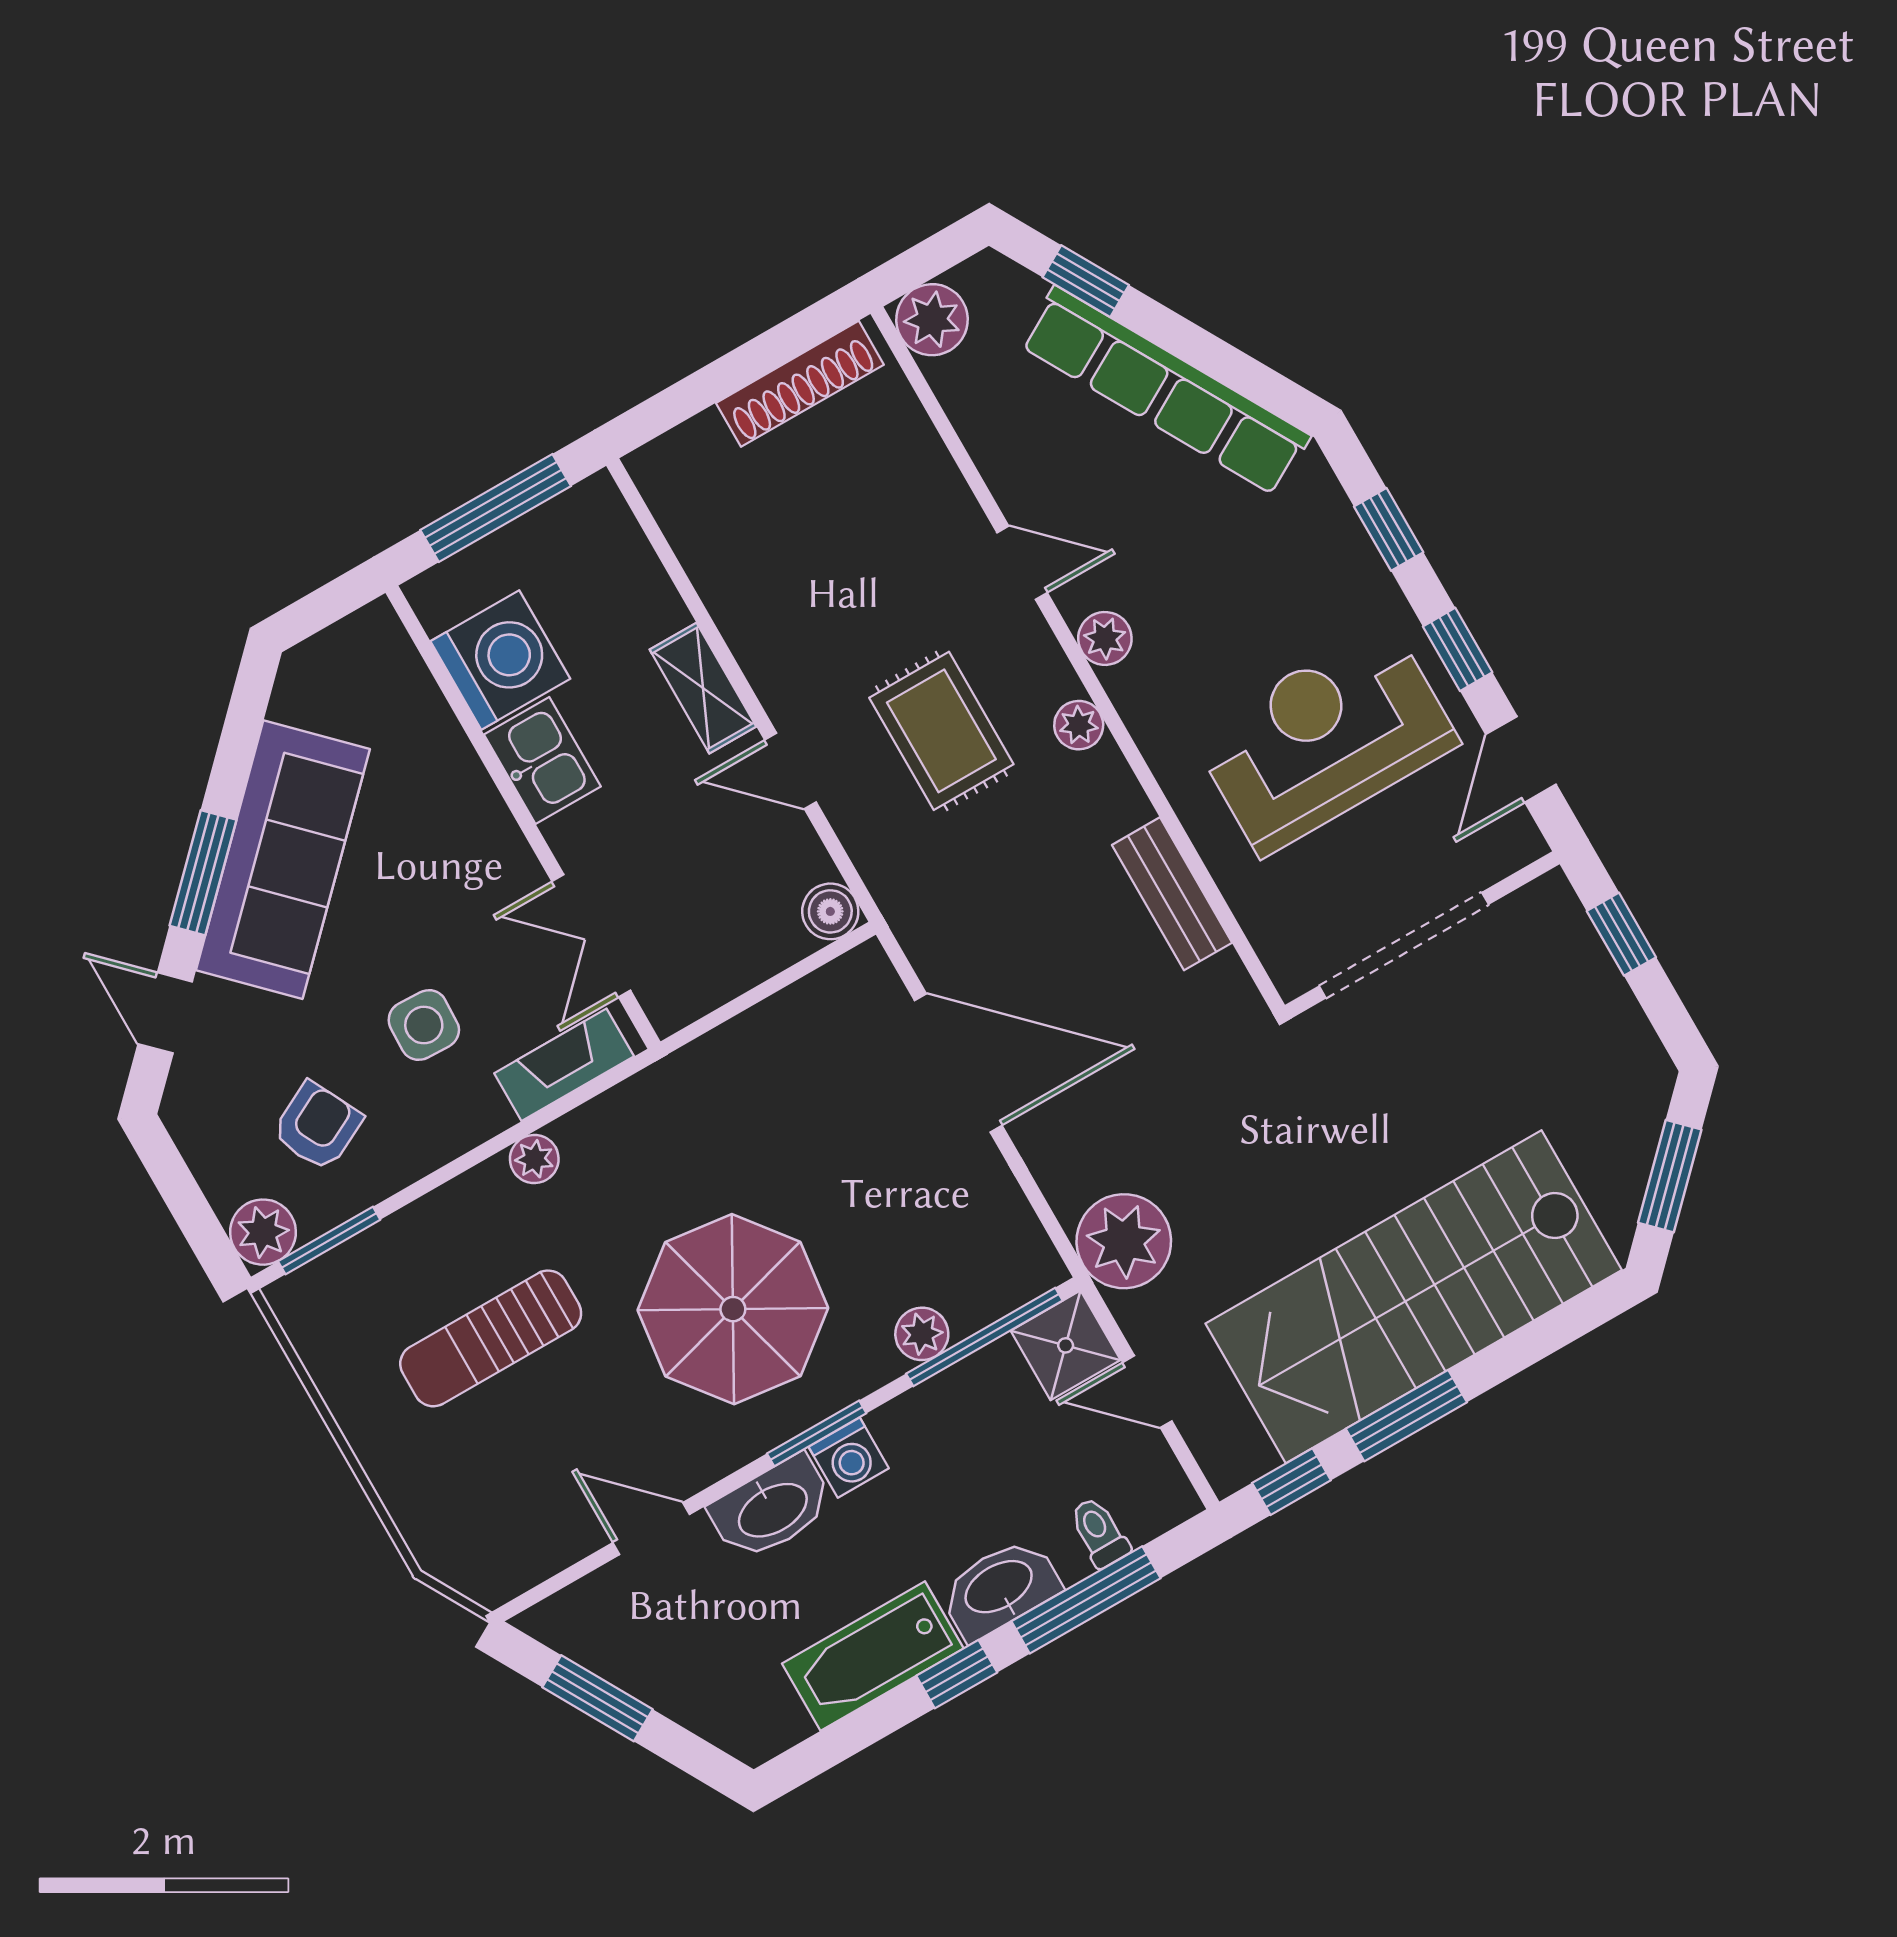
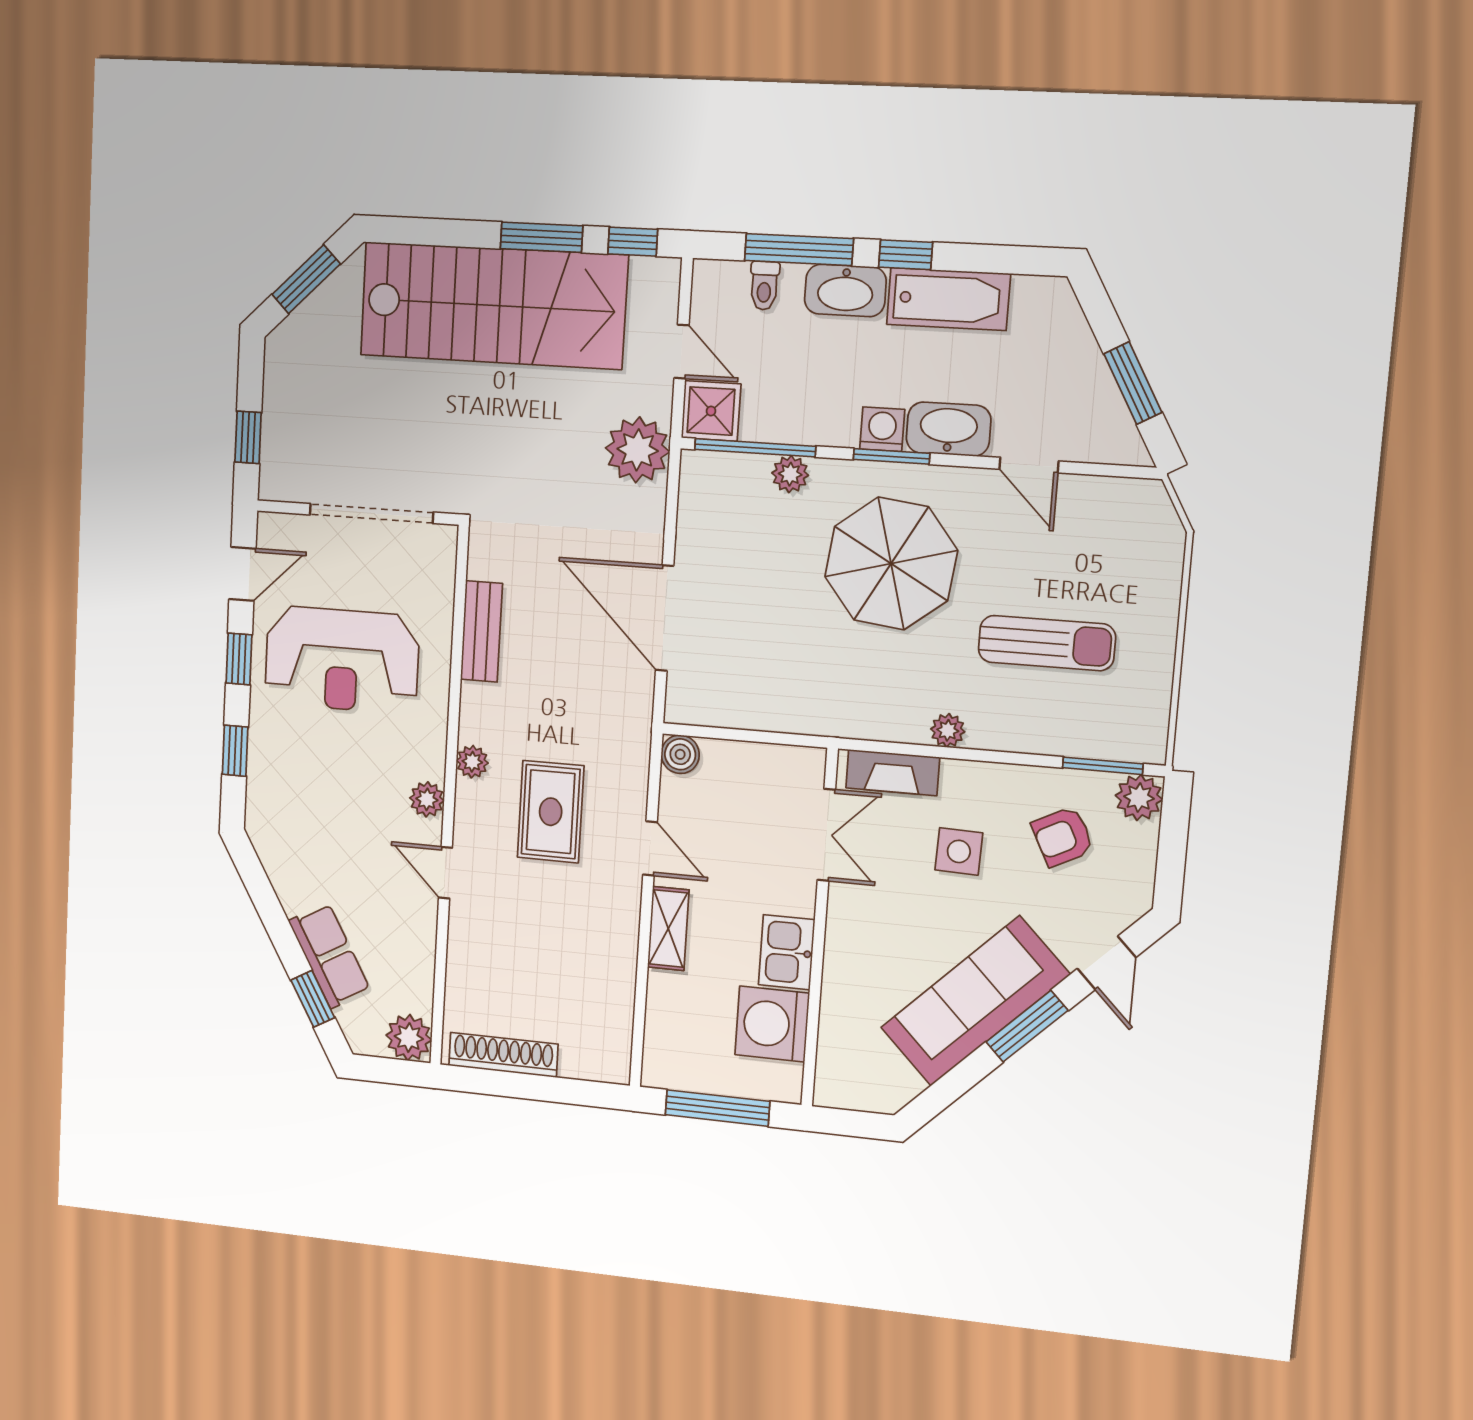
row of seats: (1165, 391) -> (329, 956), width x0.50

